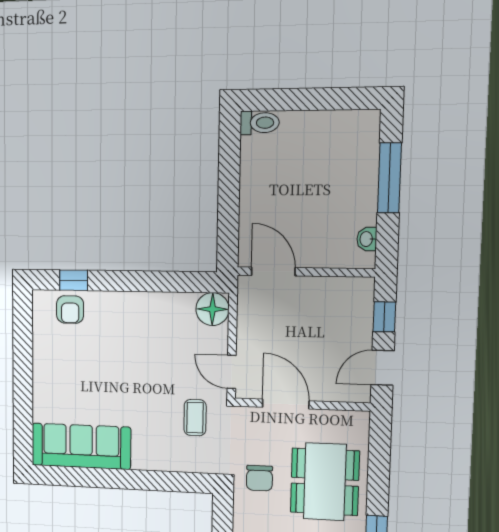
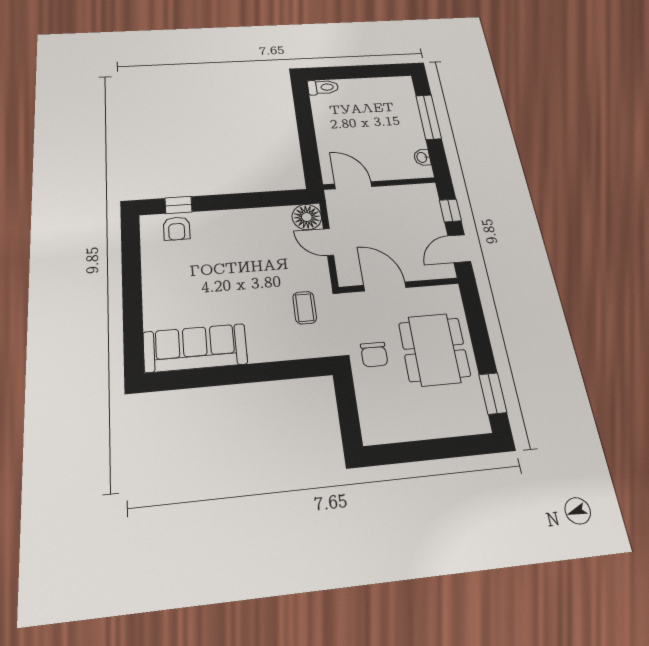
door: (232, 372) -> (328, 242), moved

